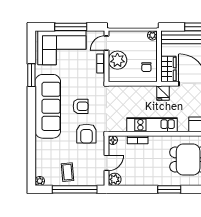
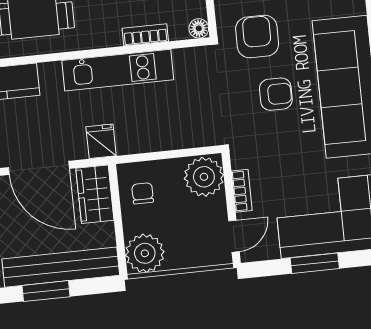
window: (71, 27) -> (315, 263), width x0.69
plant: (152, 35) -> (145, 253), width x1.87, depth x1.87
plant: (117, 60) -> (204, 177), moved
armchair: (81, 106) -> (276, 94), turned 180

